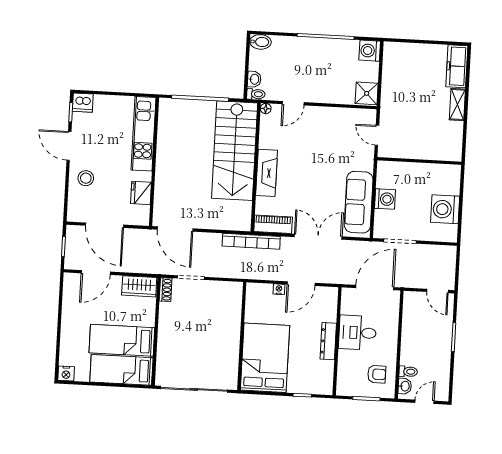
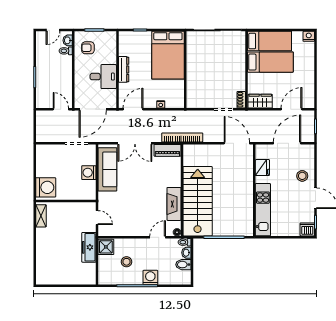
bidet: (260, 42) -> (183, 265), moved
washing machine: (370, 51) -> (150, 277), moved, turned -90
freezer: (457, 66) -> (89, 247), moved, turned 180
stool: (339, 71) -> (126, 262), added
shelving: (457, 105) -> (41, 216), moved
fireplace: (267, 173) -> (174, 204), moved
washing machine: (445, 209) -> (46, 187), moved
door: (105, 225) -> (287, 143), hinge flipped
door: (301, 284) -> (133, 109), moved
door: (437, 291) -> (61, 109), moved

